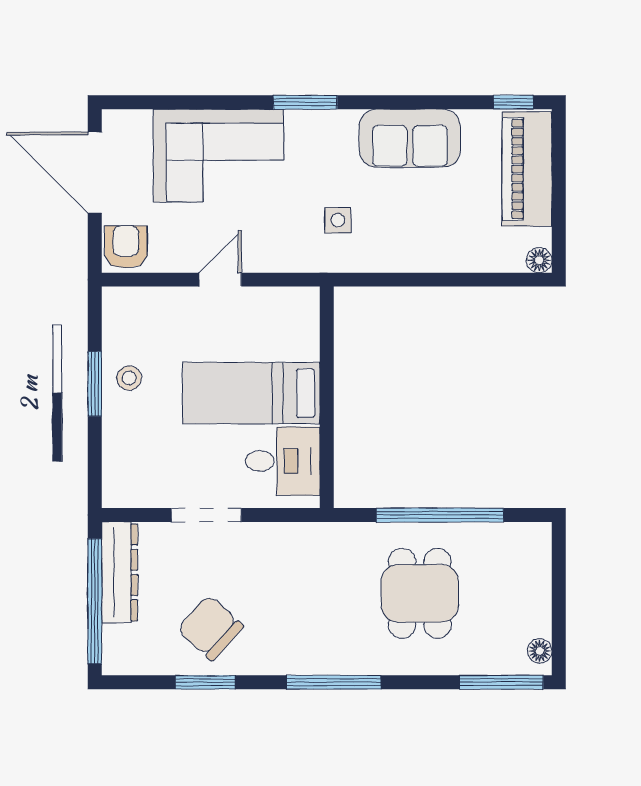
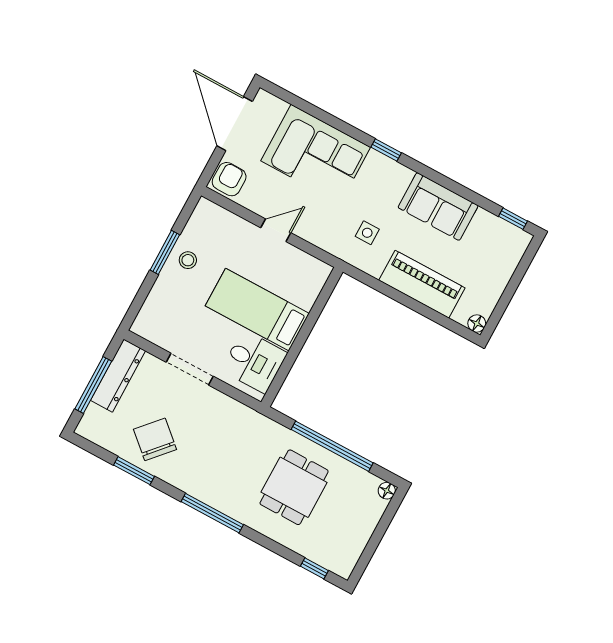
window: (305, 102) -> (386, 150), width x0.67
piano: (527, 169) -> (422, 284), moved, turned 90
window: (95, 601) -> (93, 385), width x0.68
floor lamp: (540, 651) -> (387, 491), moved
window: (501, 682) -> (314, 568), width x0.46

